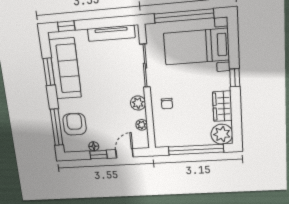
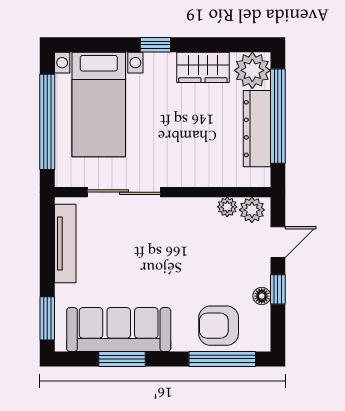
window: (66, 26) -> (47, 318), width x1.50
plant: (138, 103) -> (252, 210), moved
chair: (167, 104) -> (192, 160), removed
dresser: (188, 139) -> (257, 129), added
door: (124, 153) -> (278, 242), swing flipped

